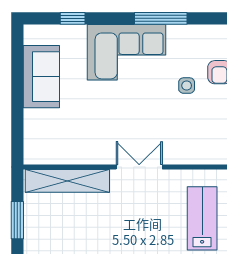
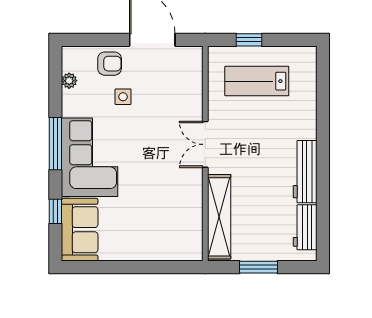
window: (161, 18) -> (55, 144), moved
plant: (202, 32) -> (69, 81), added
sofa: (41, 77) -> (80, 230), moved, turned 90

